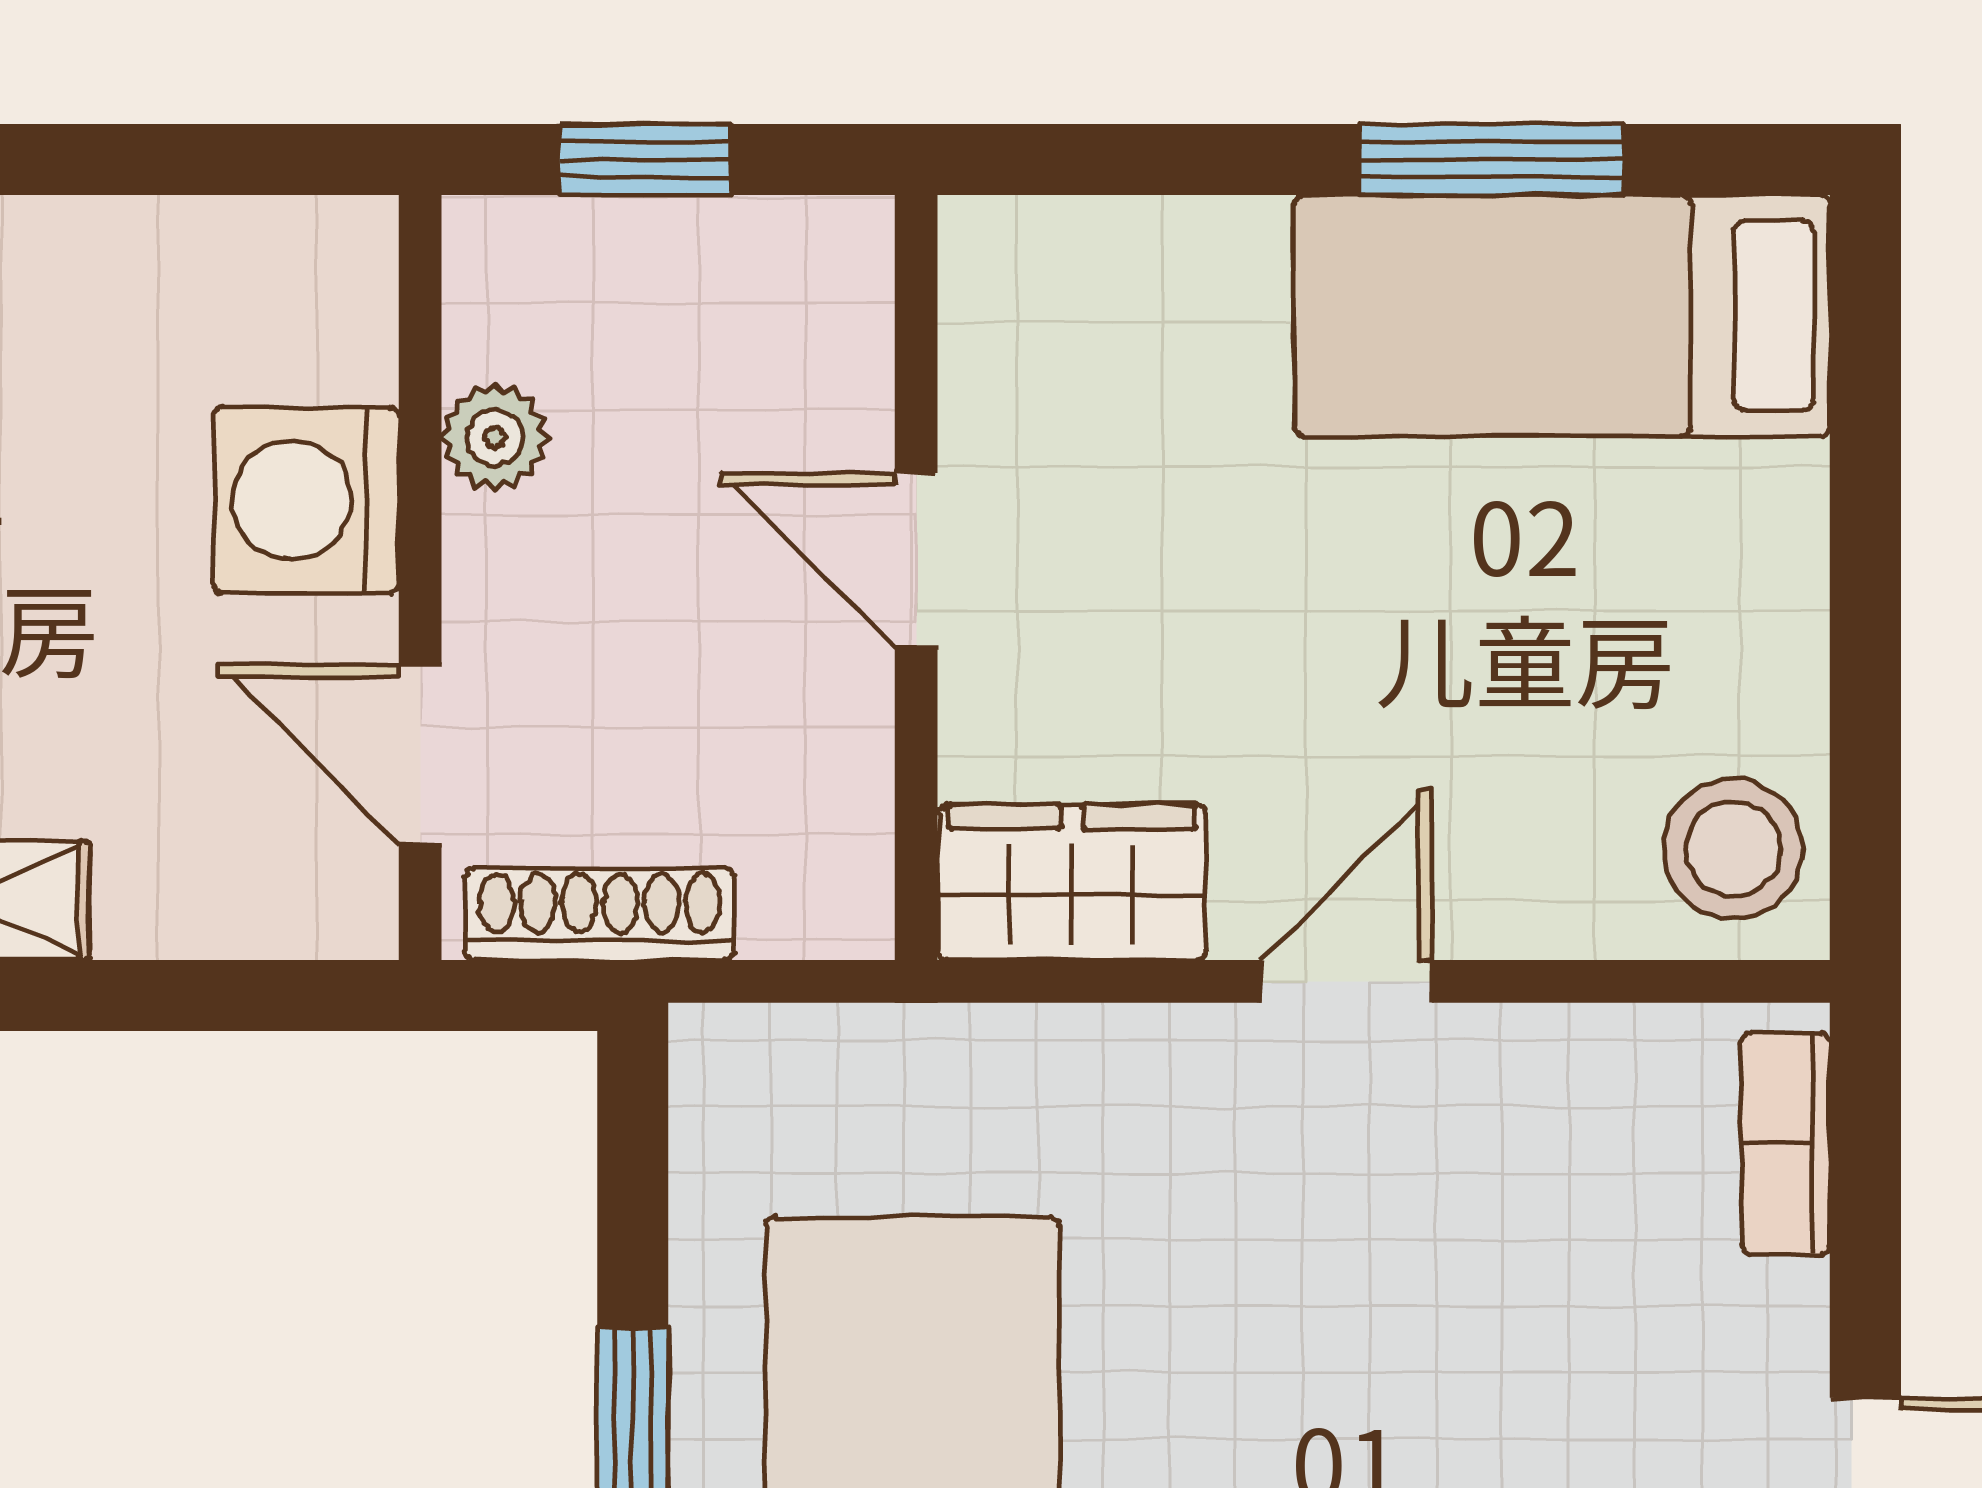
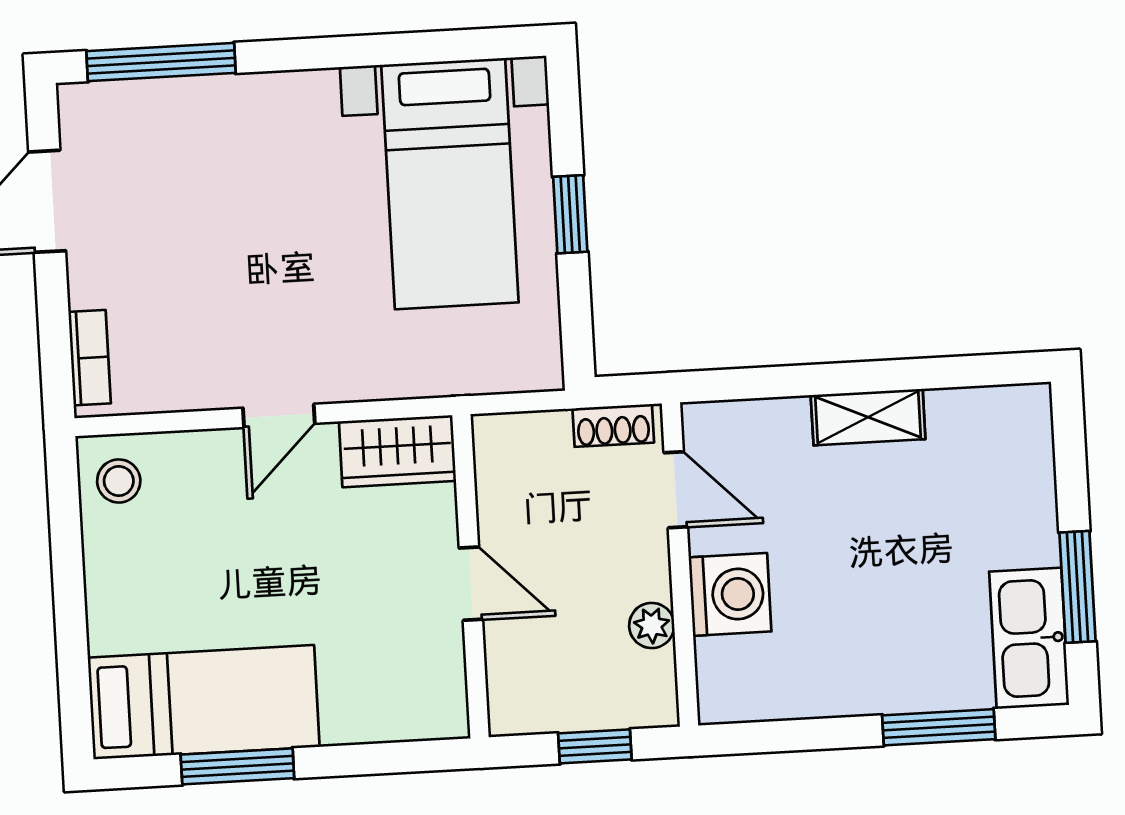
stool: (1733, 849) -> (119, 481), width x0.73, depth x0.73
shoe rack: (600, 914) -> (613, 425), width x0.70

